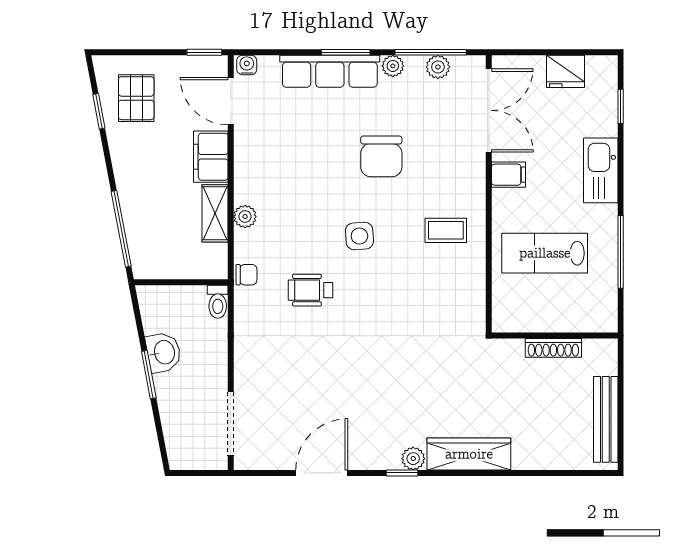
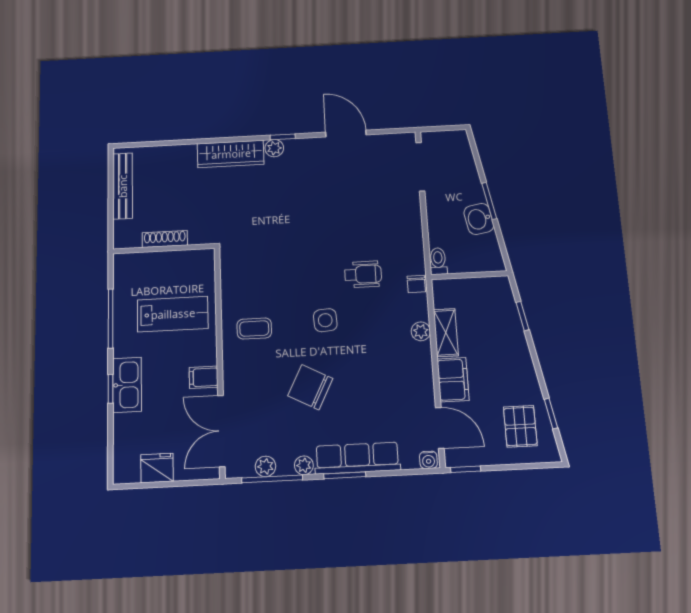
window: (621, 106) -> (110, 389), moved
chair: (381, 156) -> (310, 387), turned -63
window: (121, 229) -> (523, 316), width x0.46
chair: (246, 275) -> (416, 284), turned -90
door: (322, 473) -> (346, 134), swing flipped

